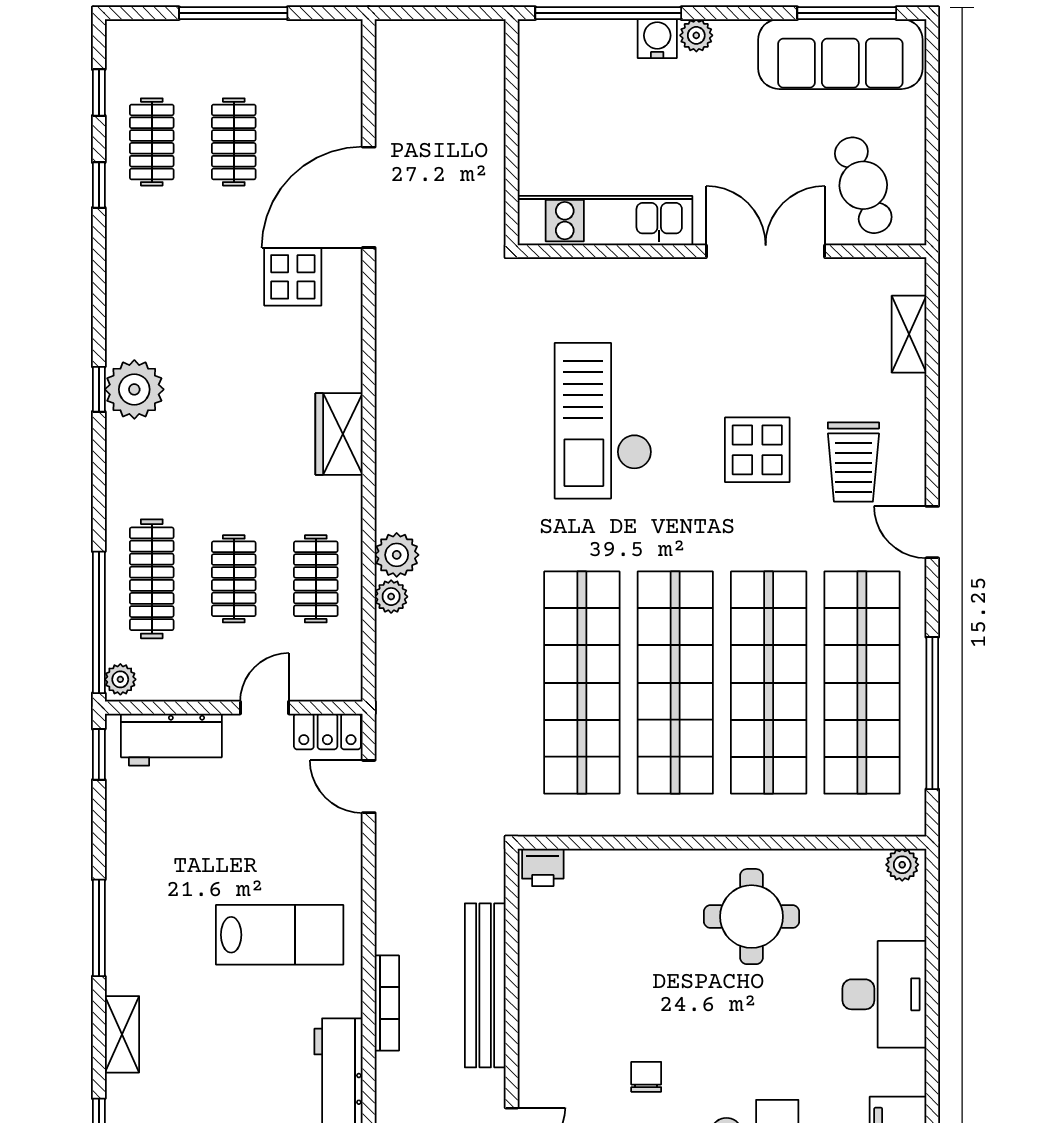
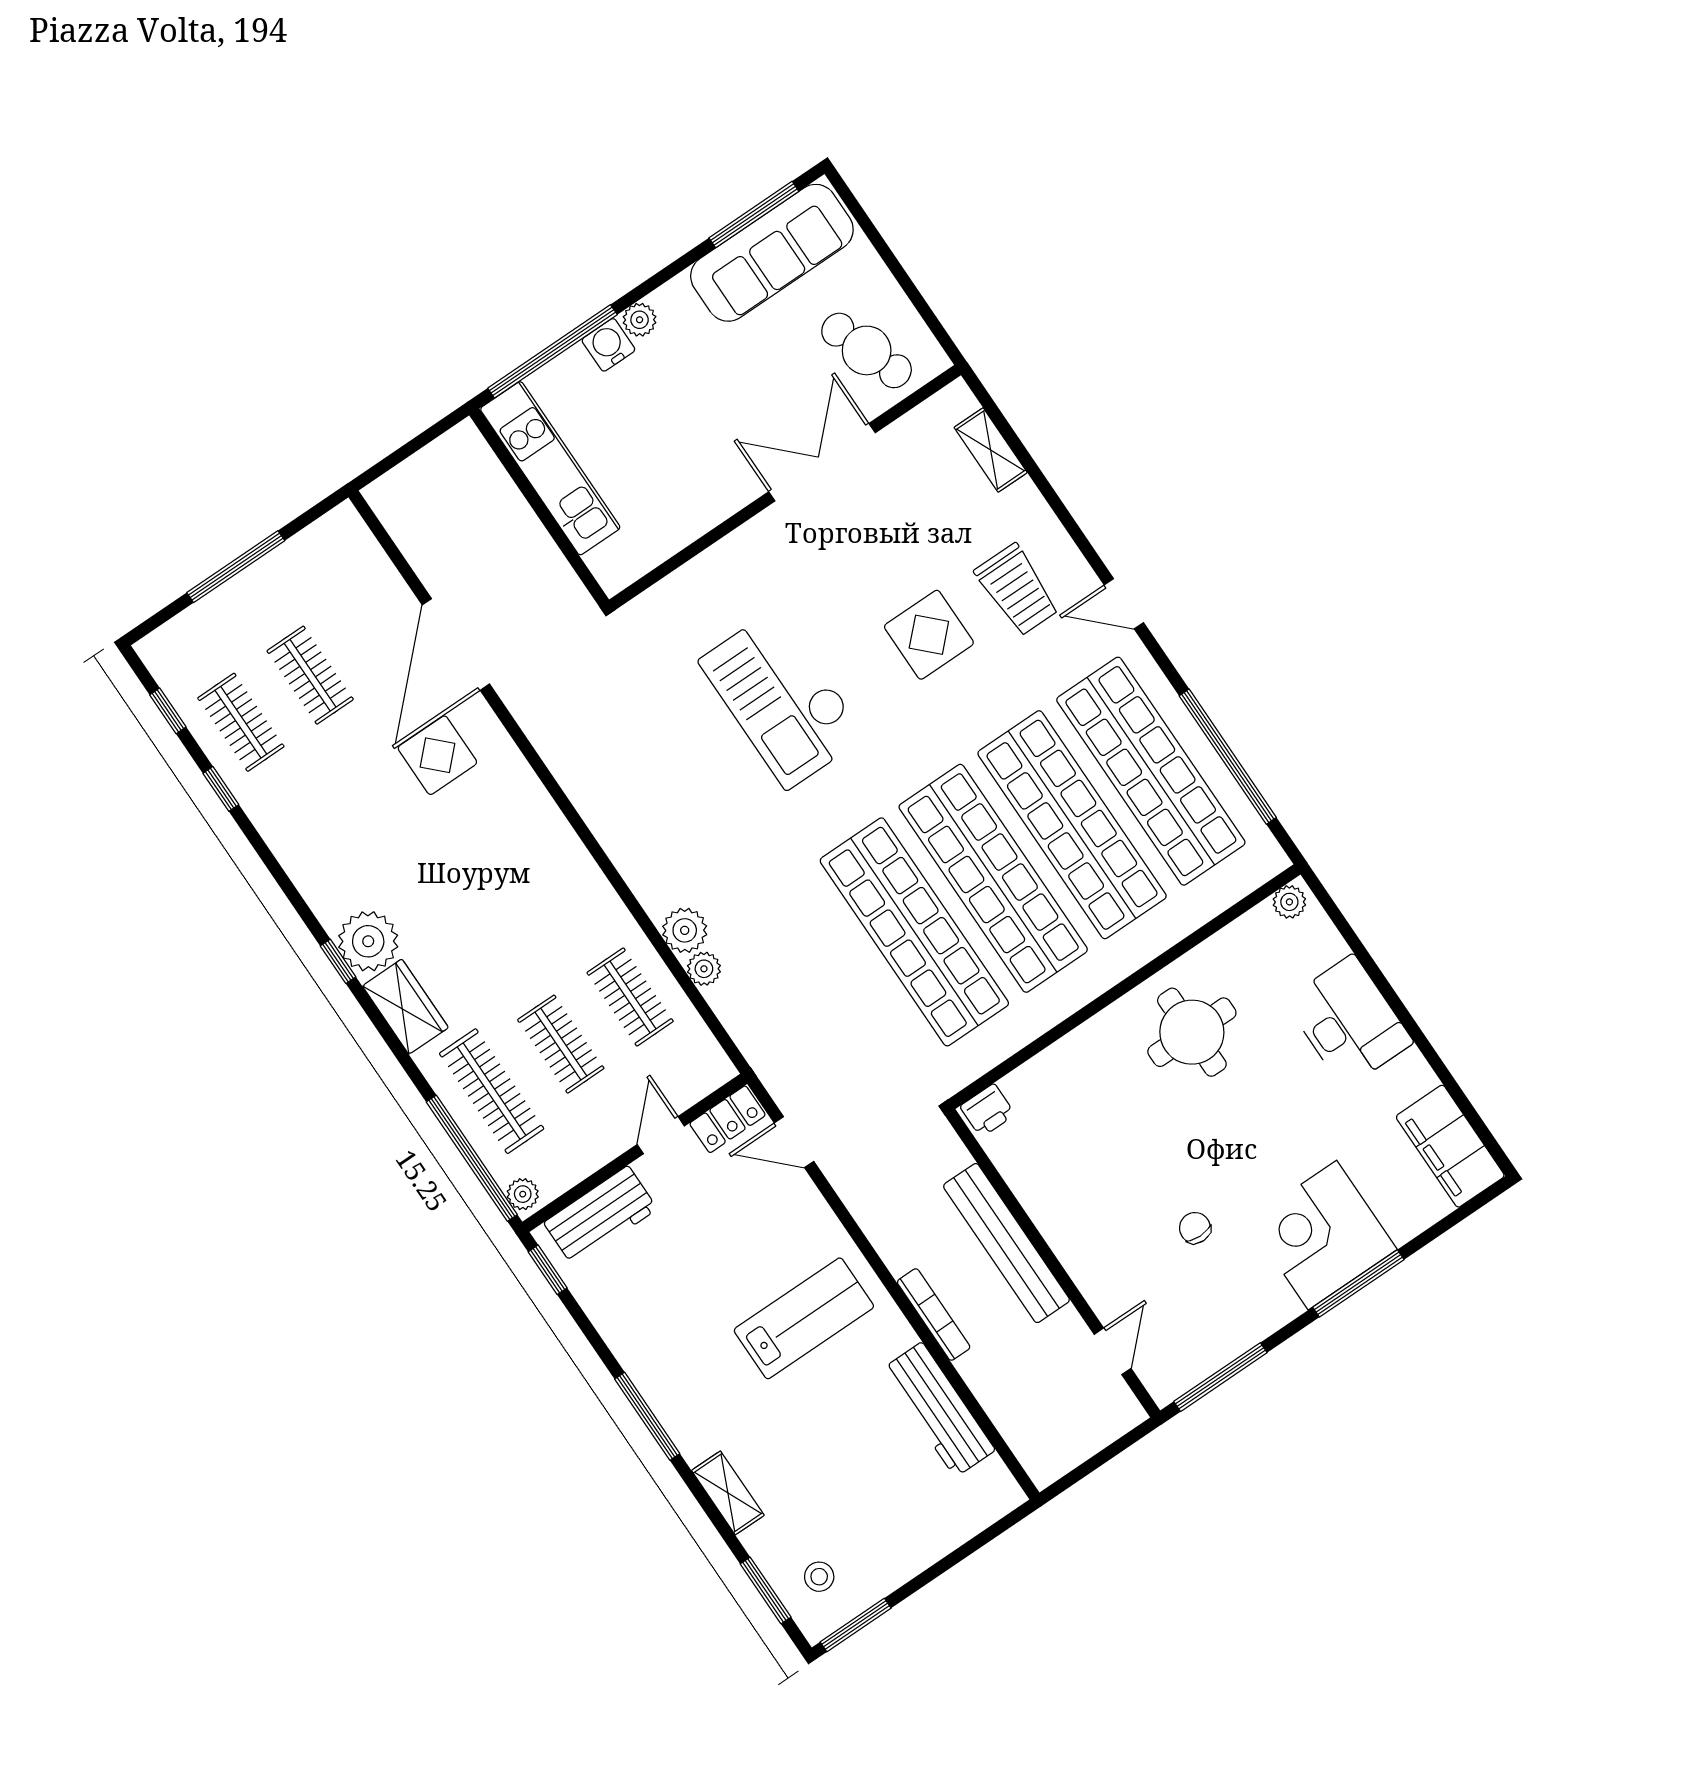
kitchen unit: (605, 221) -> (550, 468), moved, turned 90
wardrobe: (339, 434) -> (405, 1007), moved, turned 180

